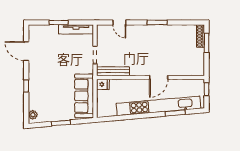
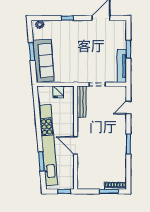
fridge: (103, 84) -> (58, 92), moved
sofa: (84, 96) -> (44, 61), moved, turned 85

